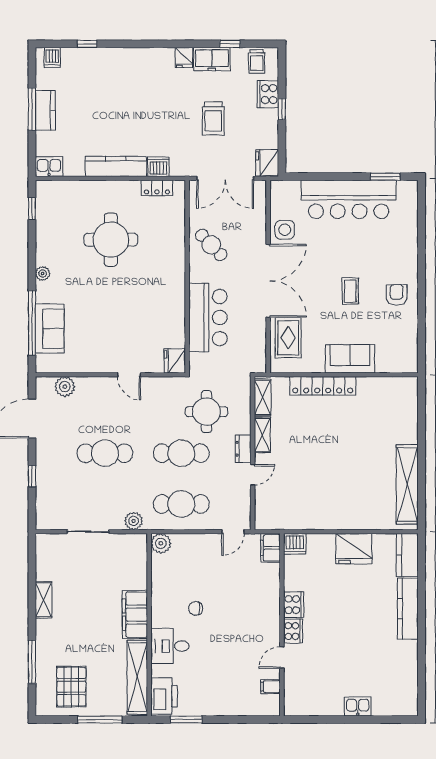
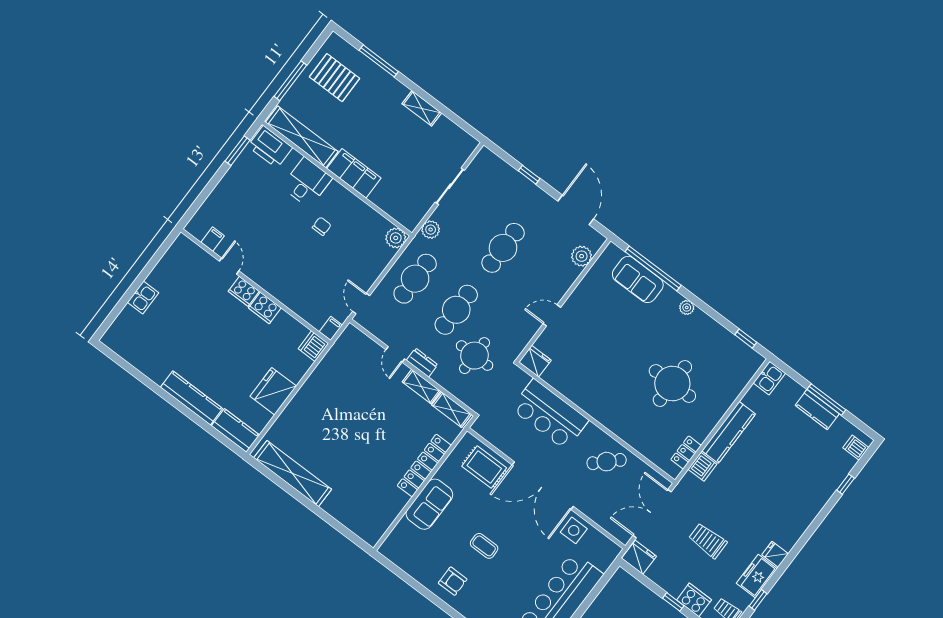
filing cabinet: (270, 548) -> (331, 328), width x0.50

